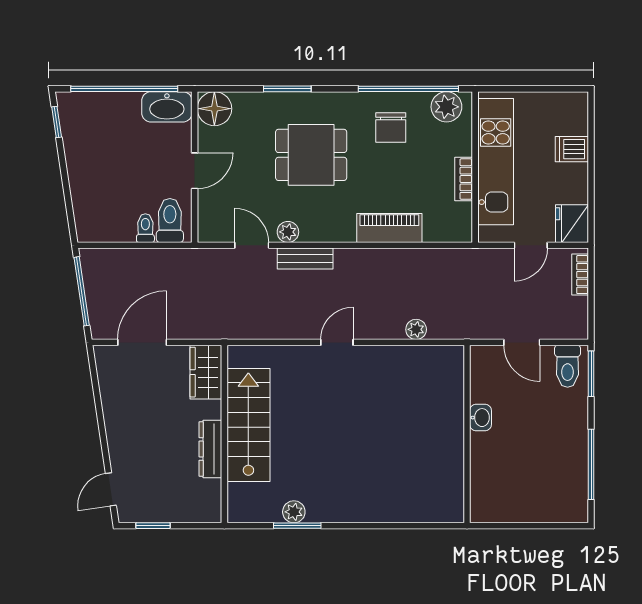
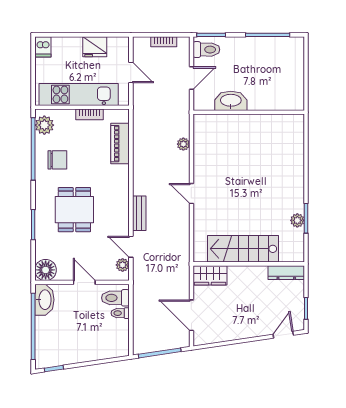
dishwasher: (572, 149) -> (43, 47), moved
fridge: (572, 224) -> (95, 47), moved
piano: (389, 228) -> (120, 144), moved
plant: (288, 232) -> (123, 265), moved
door: (252, 245) -> (131, 247), hinge flipped
bookcase: (580, 275) -> (164, 42), moved
washbasin: (481, 418) -> (231, 101), width x1.91, depth x1.45
dresser: (210, 449) -> (286, 273), moved
door: (111, 489) -> (283, 335), swing flipped

